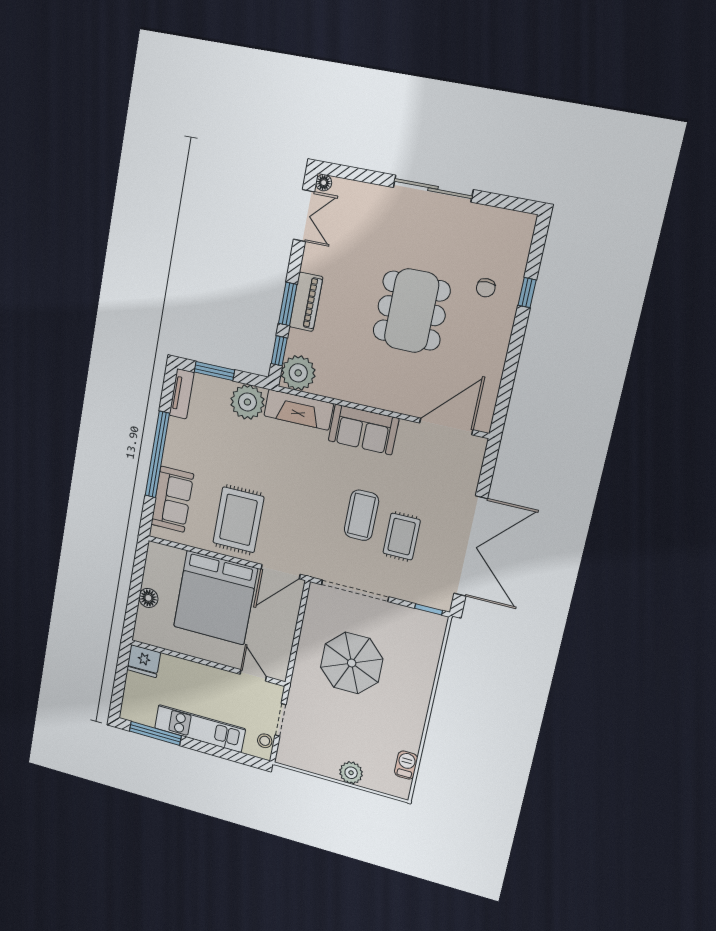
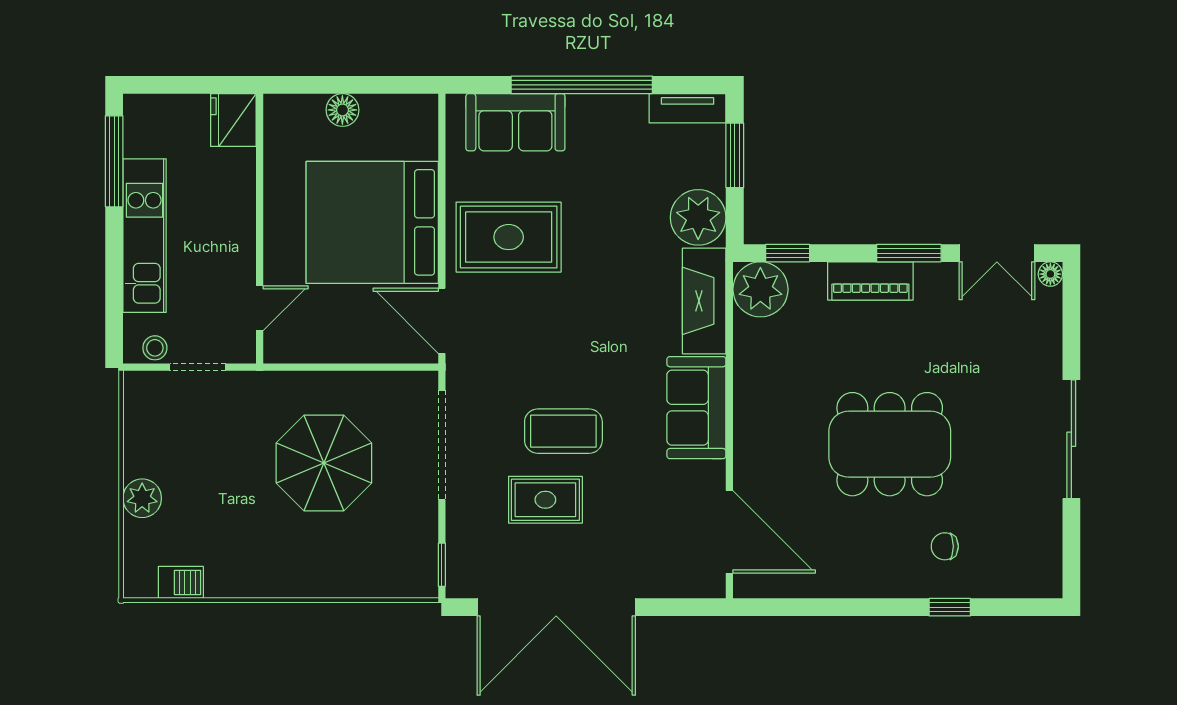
window: (288, 304) -> (909, 253), moved

